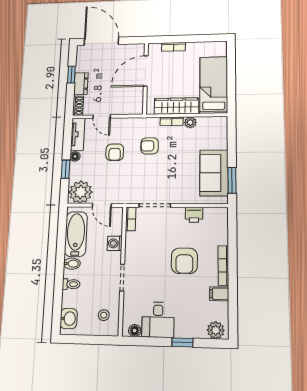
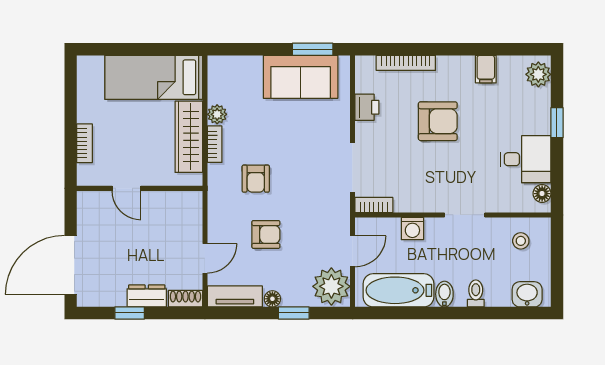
door: (146, 71) -> (127, 188), width x0.53
bookcase: (223, 265) -> (406, 63), moved

